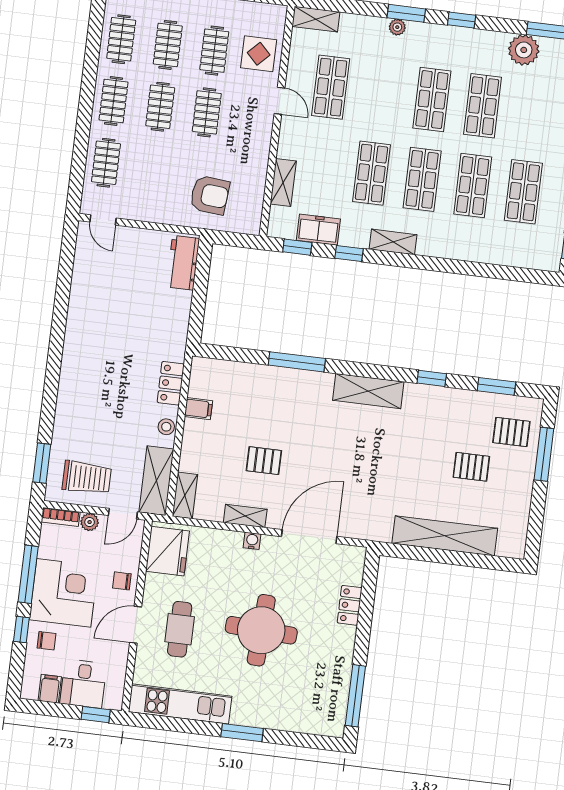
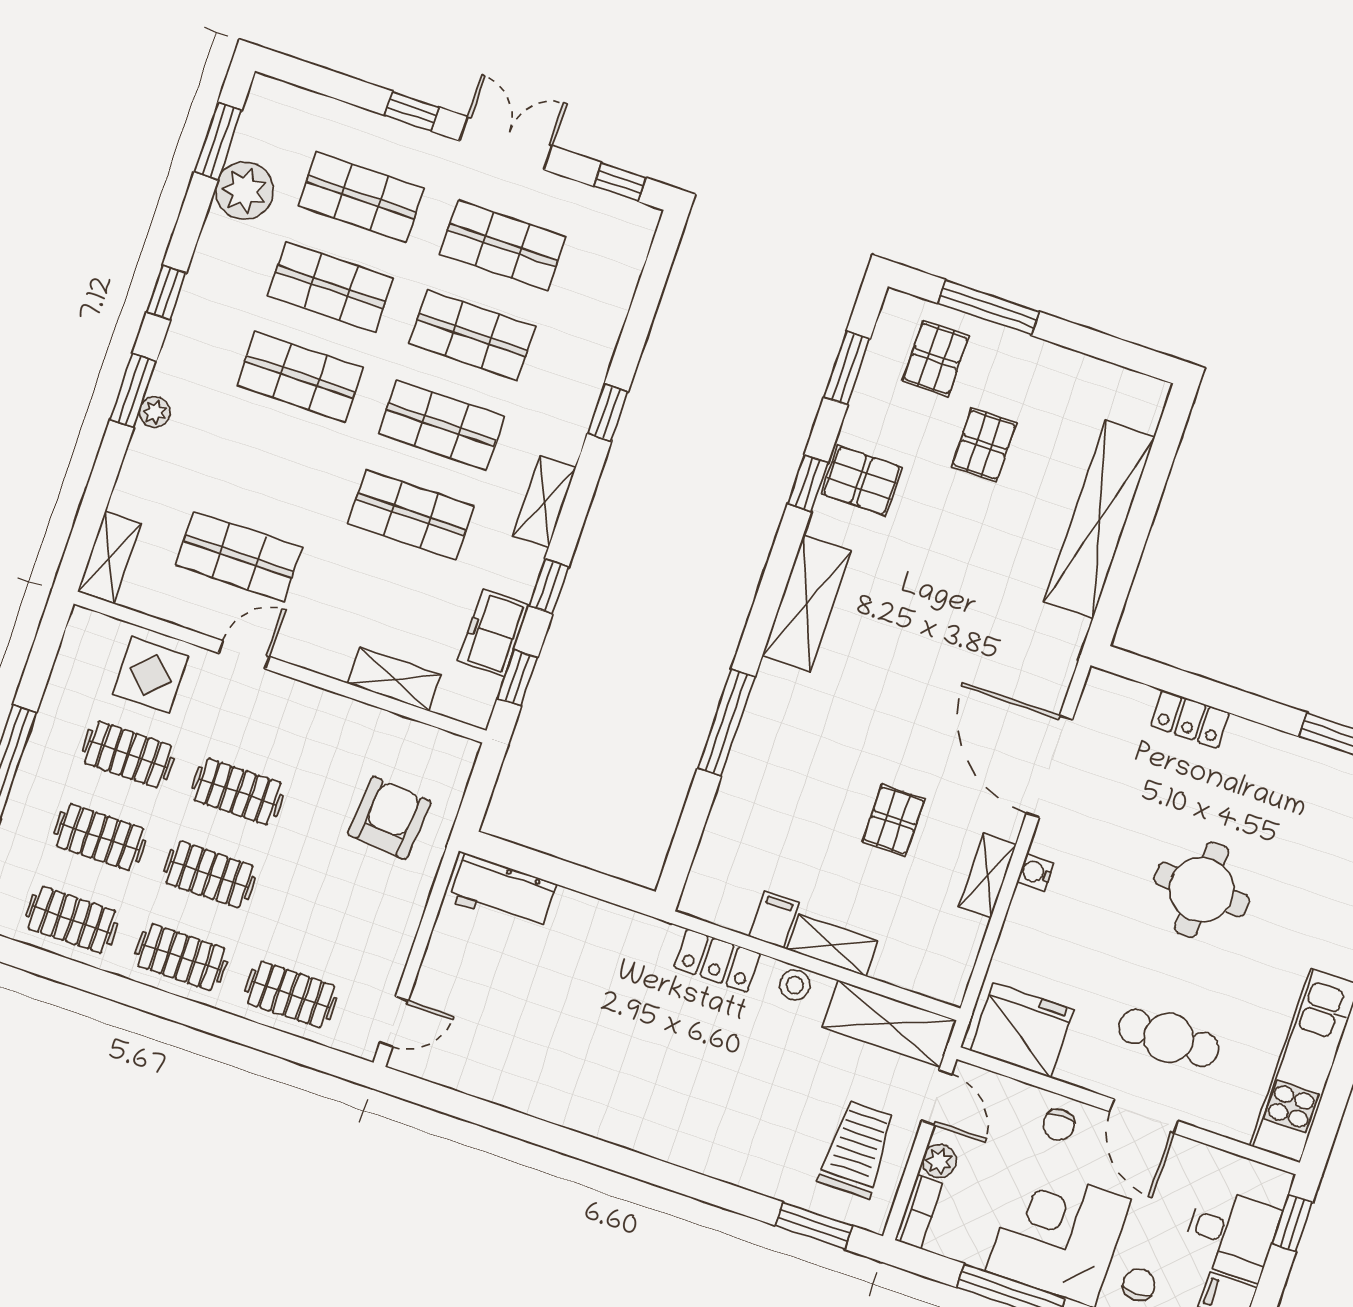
shop shelf: (533, 112) -> (361, 197), added
window: (447, 265) -> (608, 412), added
pallet: (439, 406) -> (862, 480), added
shelving: (185, 495) -> (832, 945), moved
round table: (261, 630) -> (1202, 890), width x0.73, depth x0.73

